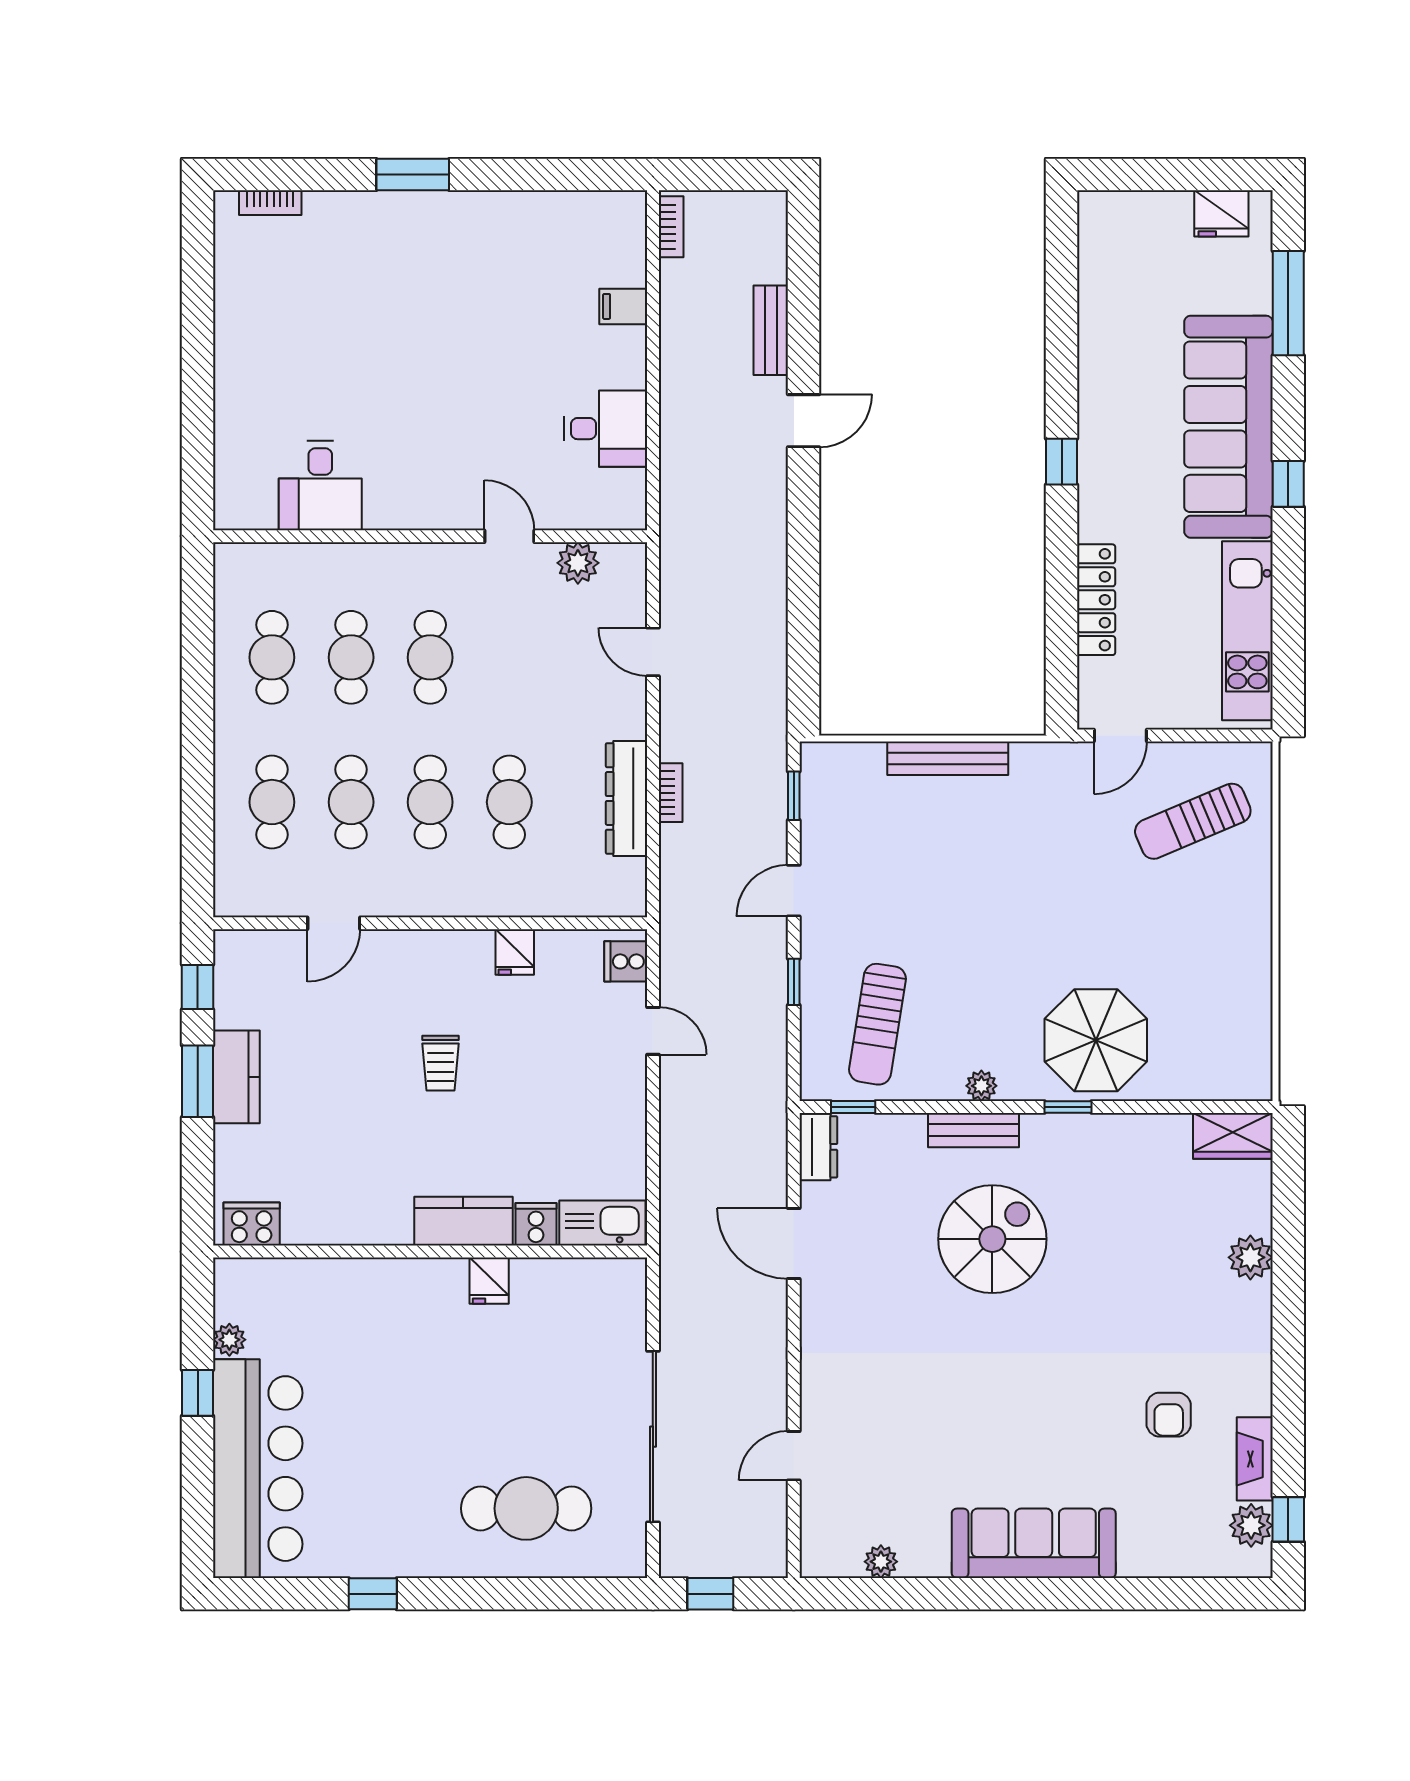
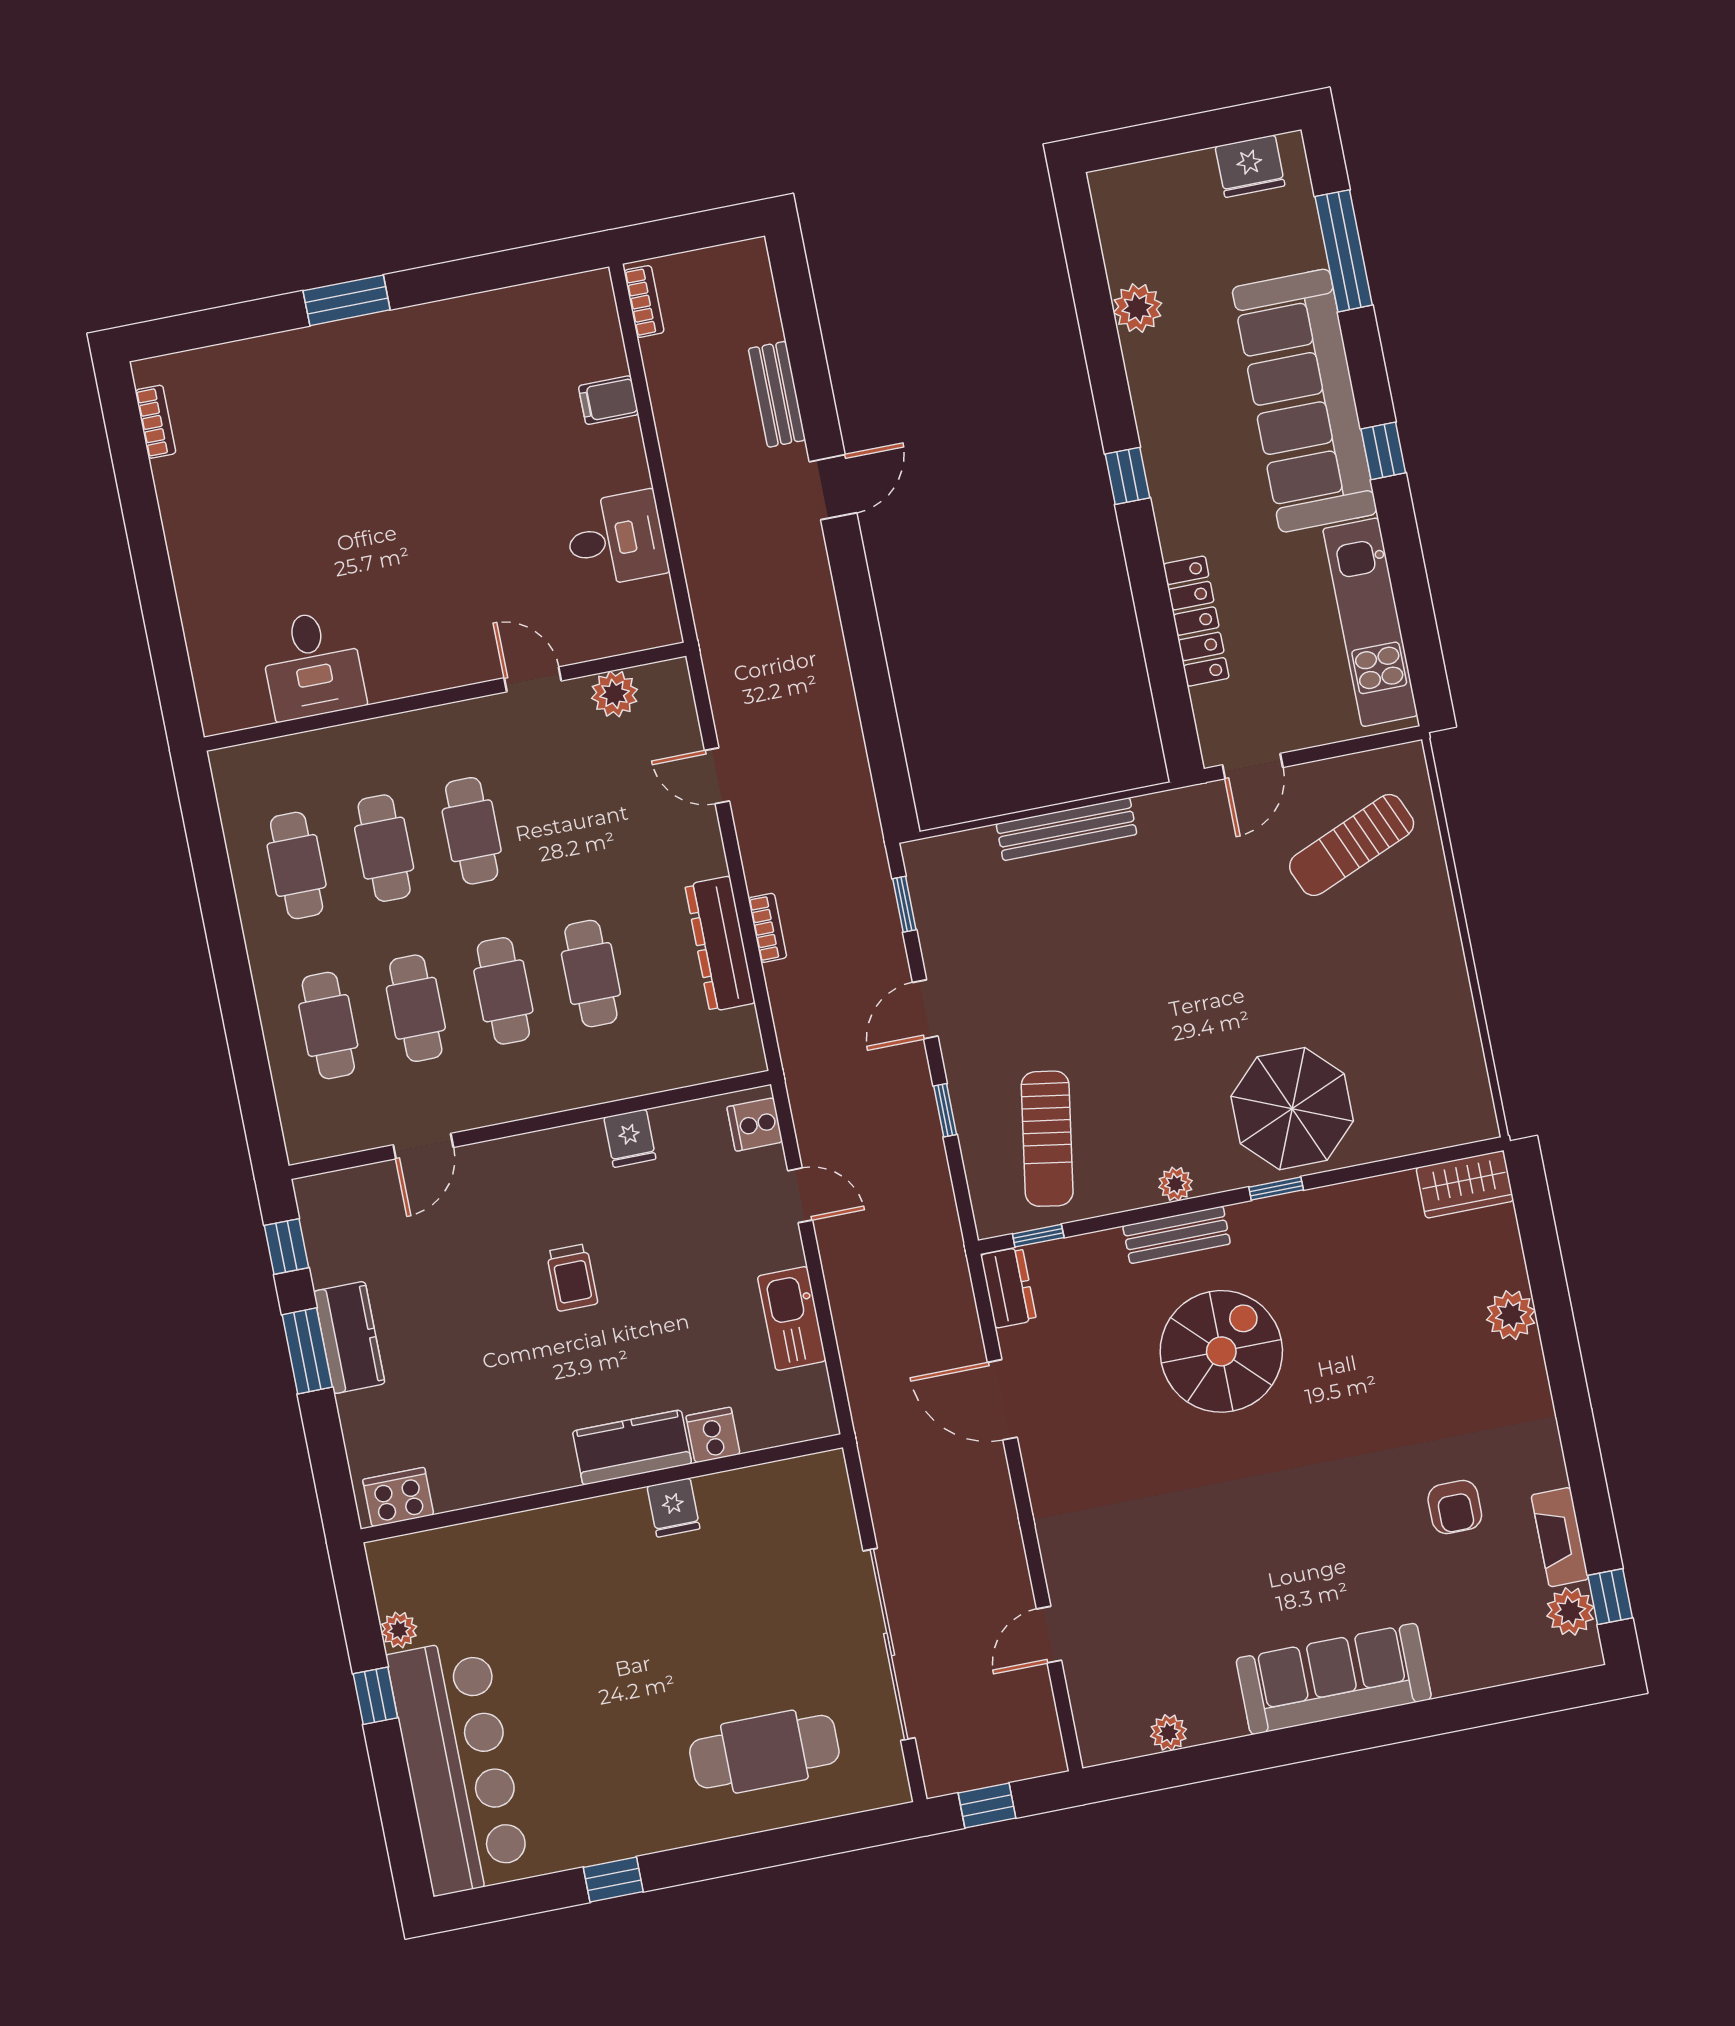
bookcase: (270, 203) -> (156, 422), moved, turned -90
plant: (1099, 317) -> (1137, 308), added
kitchen sink: (602, 1223) -> (792, 1319), moved, turned -90

